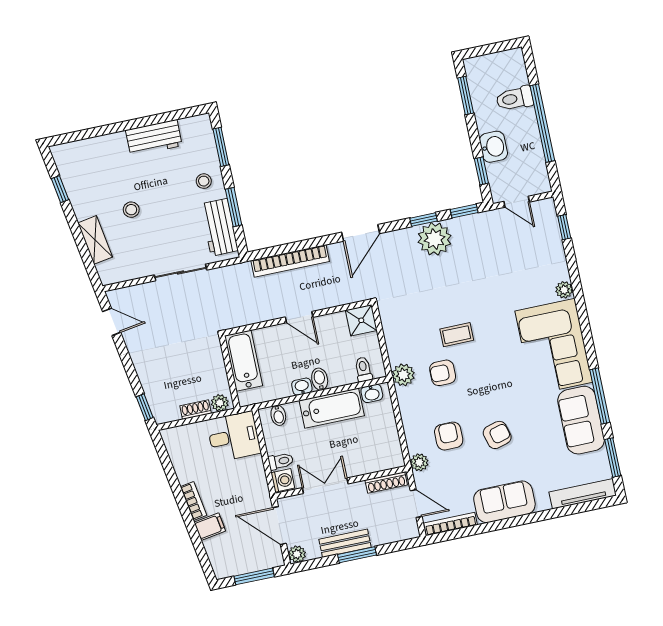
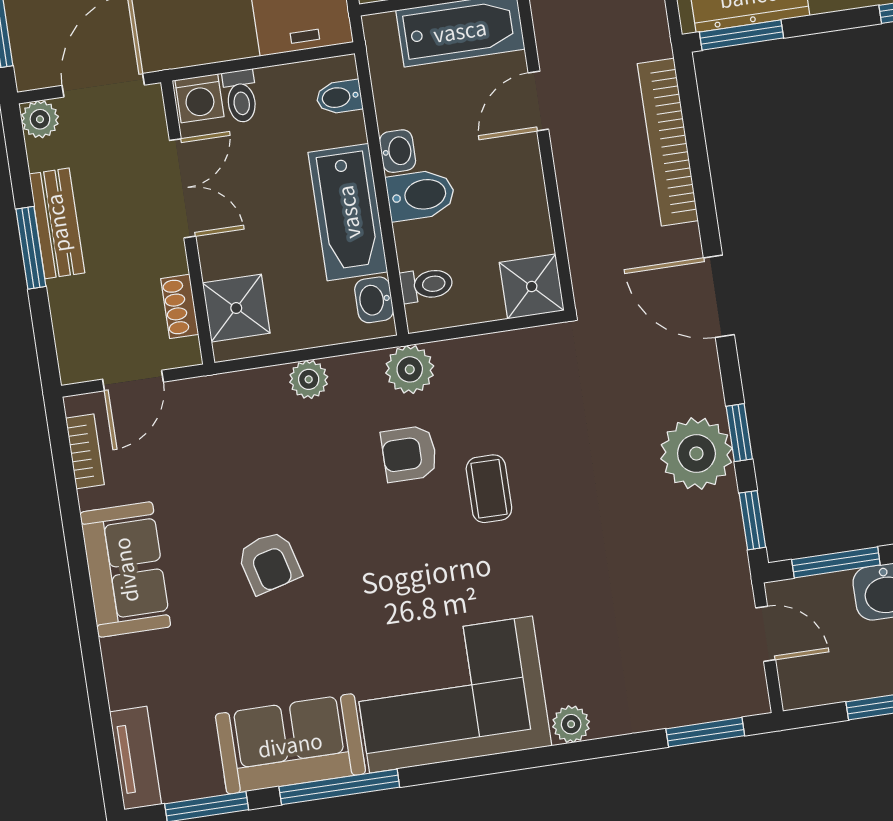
window: (481, 171) -> (836, 562), width x1.50
door: (517, 202) -> (766, 634), swing flipped
window: (234, 207) -> (742, 35), moved
window: (564, 227) -> (705, 732), width x1.50
door: (299, 317) -> (538, 101), moved
armchair: (443, 373) -> (409, 454), turned -90
bidet: (320, 379) -> (421, 195), width x1.38, depth x1.36
armchair: (449, 436) -> (273, 459), removed
shower: (379, 457) -> (236, 308), added
plant: (419, 462) -> (309, 379), moved
shoe rack: (386, 483) -> (180, 306), width x0.70
tv unit: (583, 494) -> (136, 758), width x0.71
bookcase: (450, 524) -> (85, 451), width x0.64

